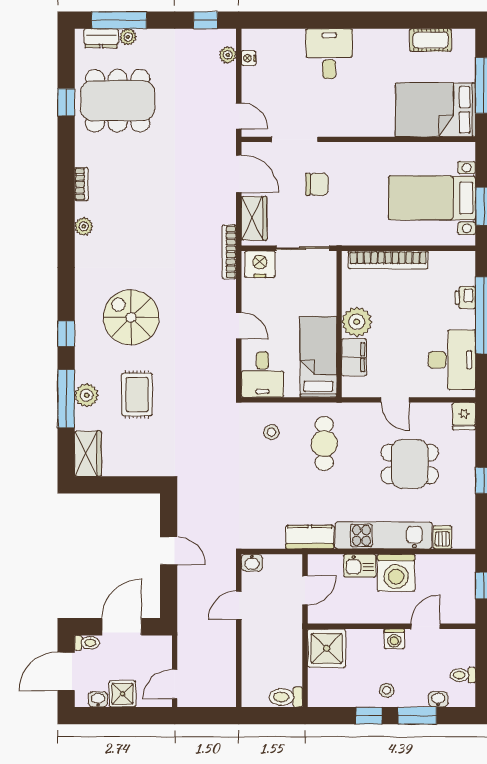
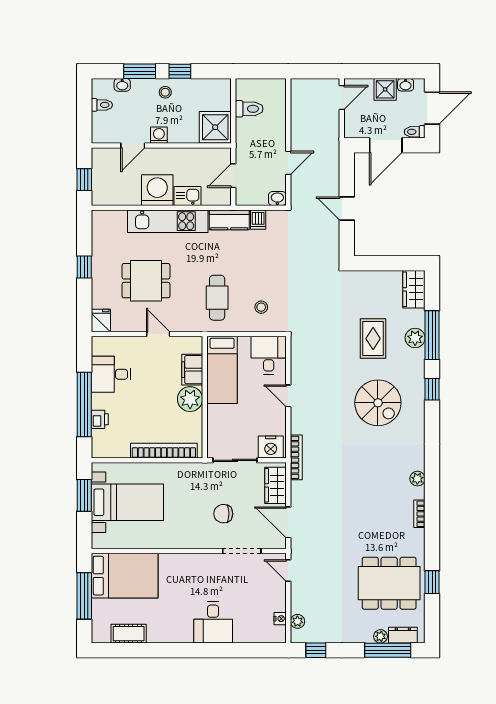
desk: (452, 360) -> (111, 374), width x0.73
dishwasher: (442, 537) -> (258, 220), moved
toilet: (286, 697) -> (249, 109), moved

